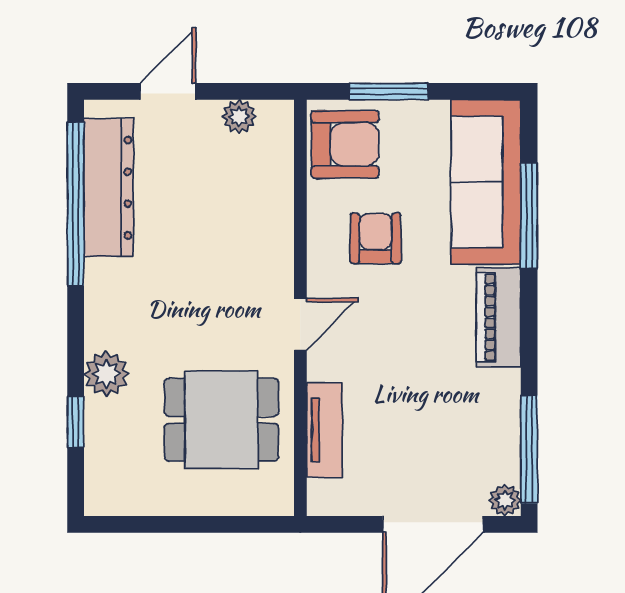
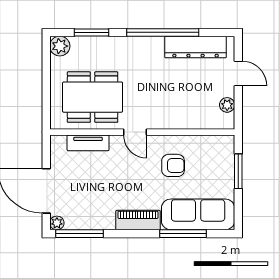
armchair: (345, 144) -> (215, 152), removed
window: (76, 204) -> (163, 32), moved
plant: (106, 374) -> (60, 46), moved
dining table: (221, 420) -> (93, 97), width x1.37
window: (76, 422) -> (92, 32), width x1.50

